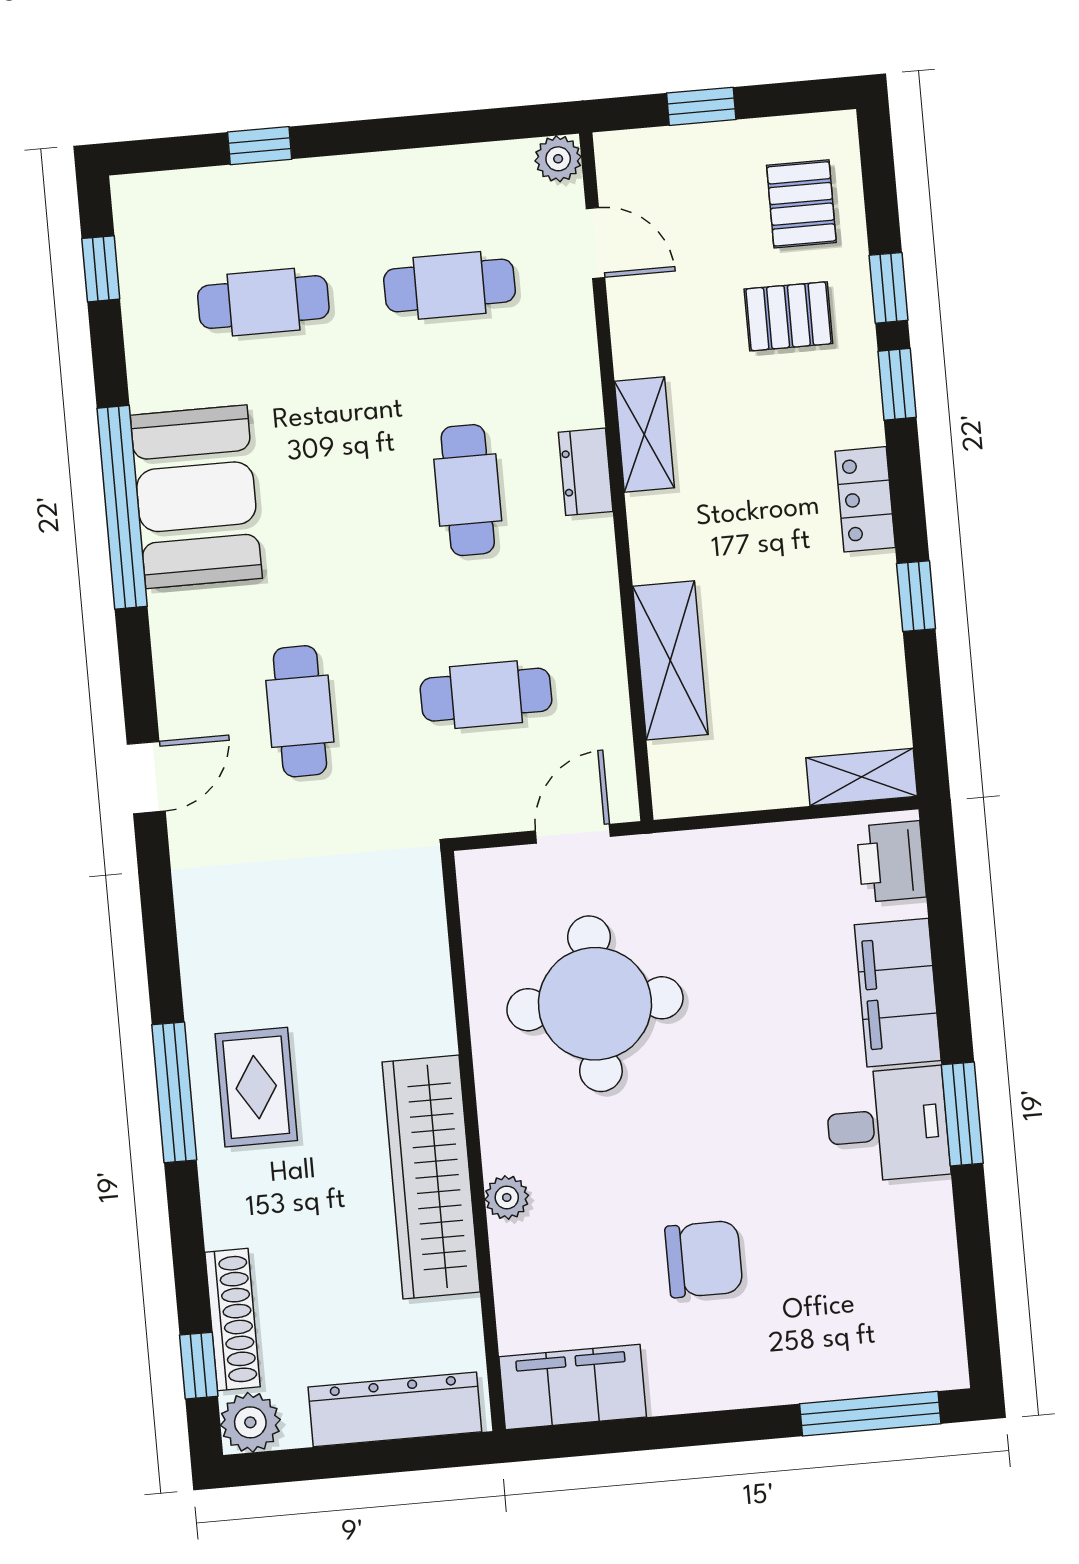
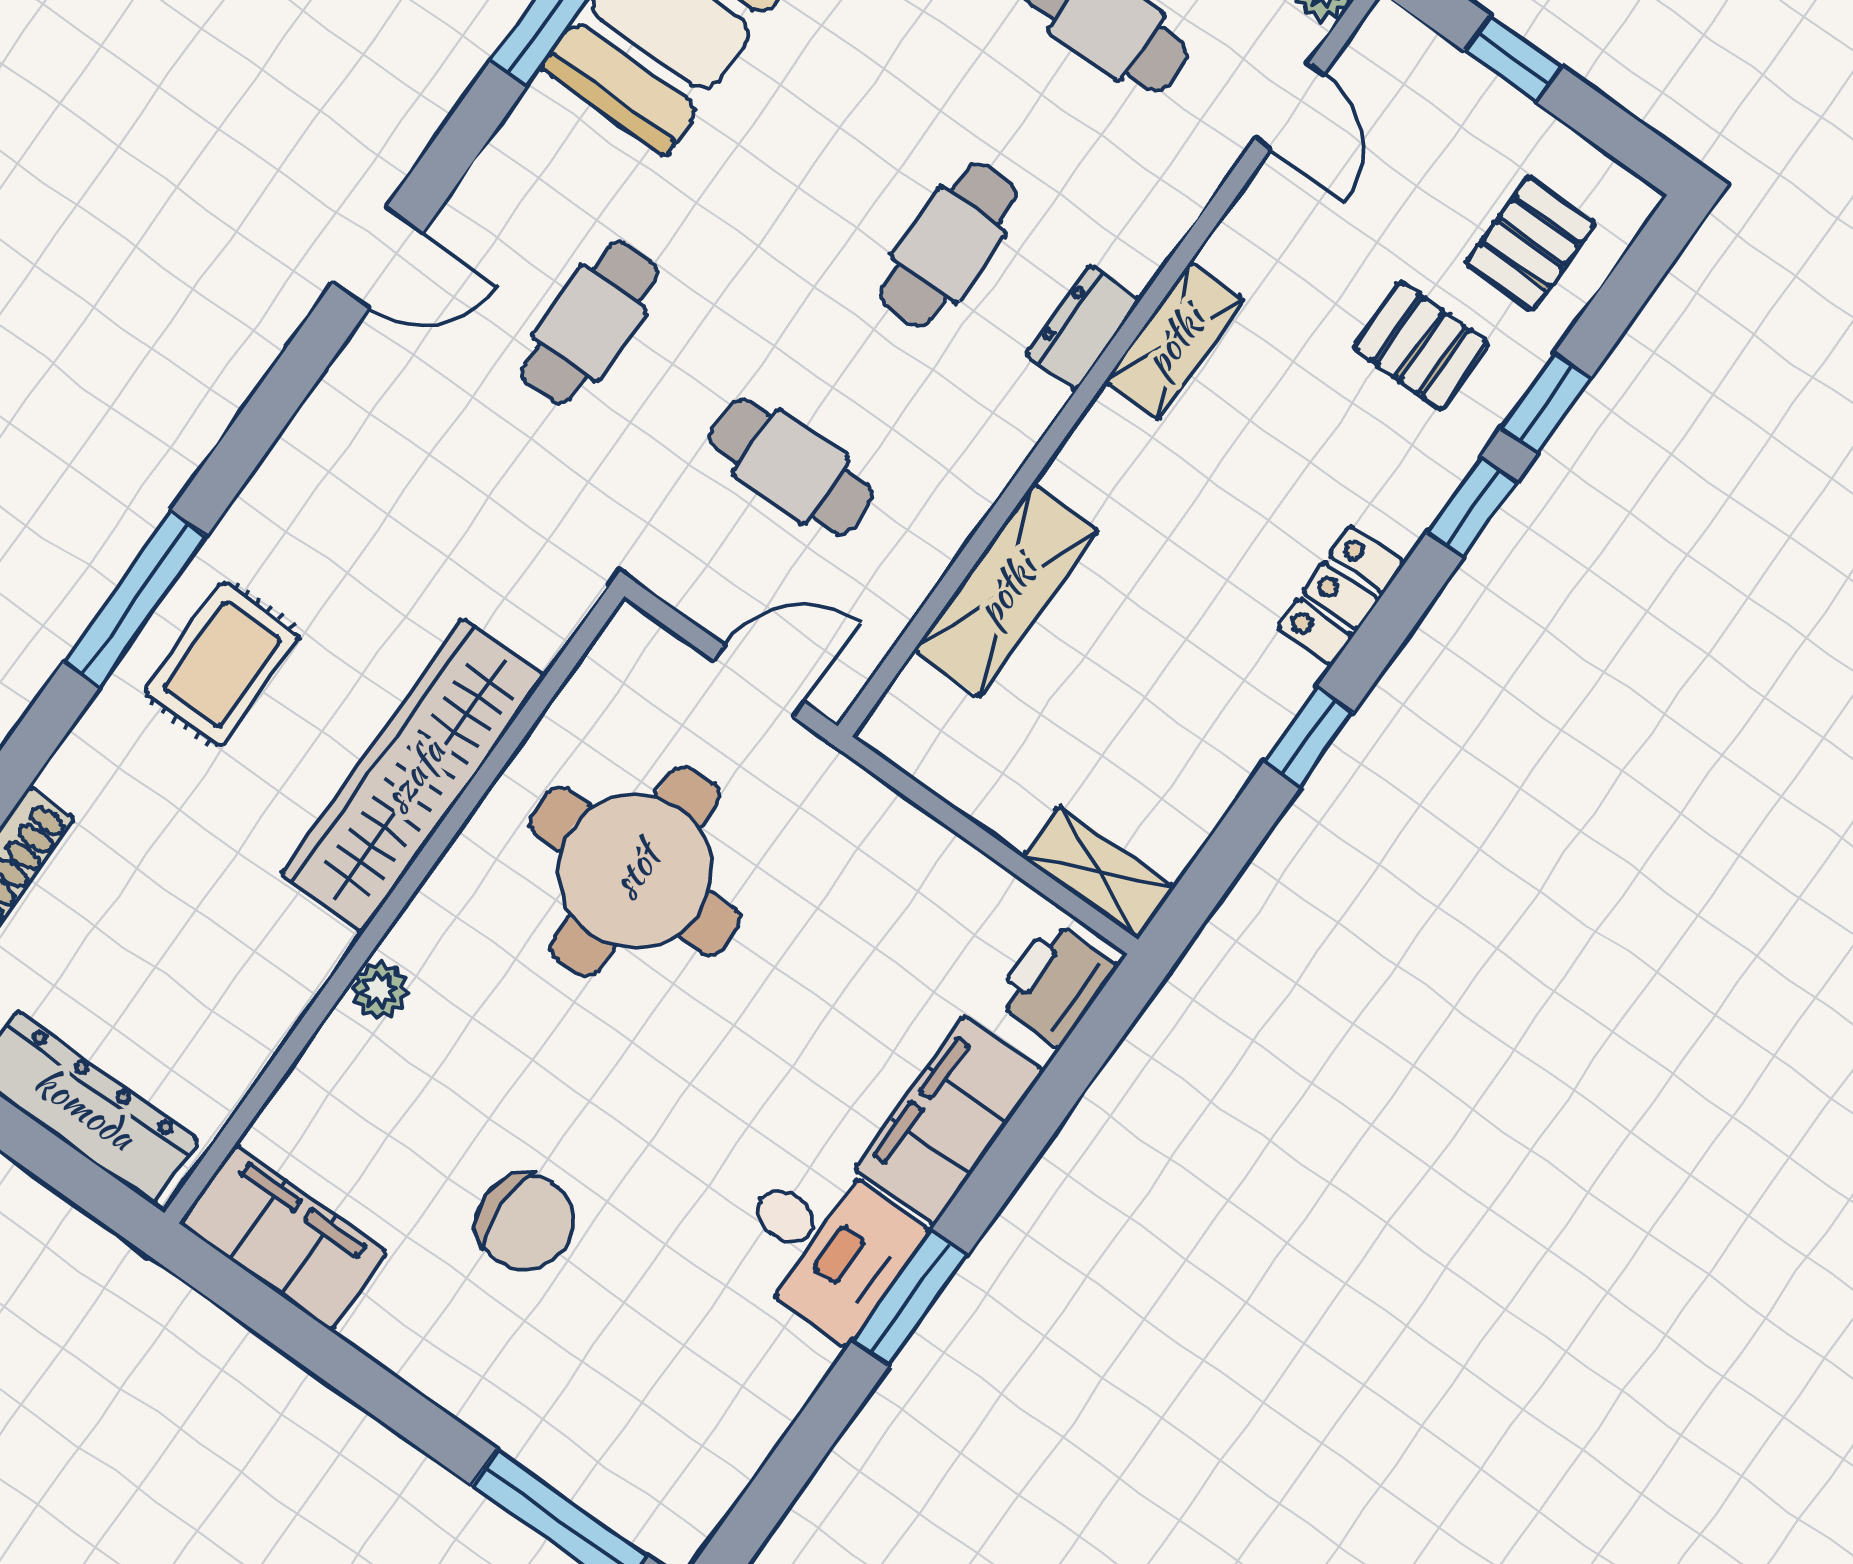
wardrobe: (431, 1177) -> (413, 775), moved

